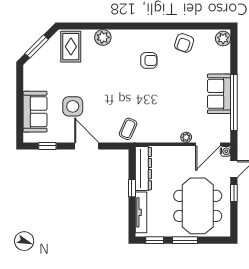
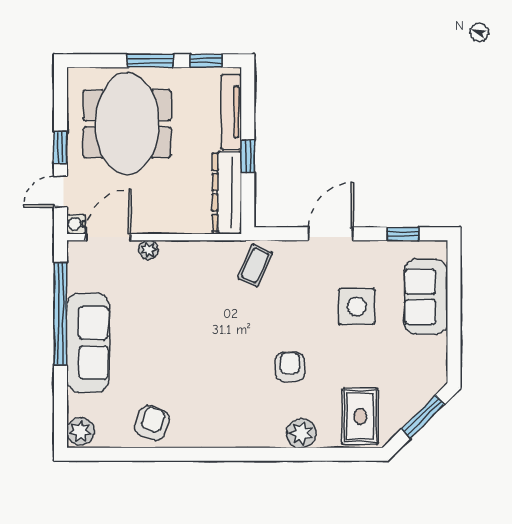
armchair: (149, 60) -> (290, 367), moved, turned 90
sofa: (219, 94) -> (88, 343), width x1.36
door: (87, 146) -> (331, 234), swing flipped

